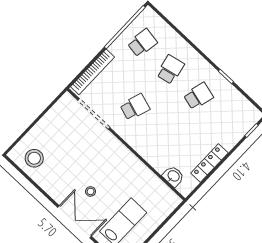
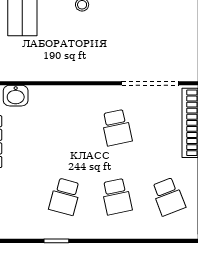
school desk: (142, 43) -> (168, 197), turned -30
school desk: (135, 107) -> (117, 128), turned -30

